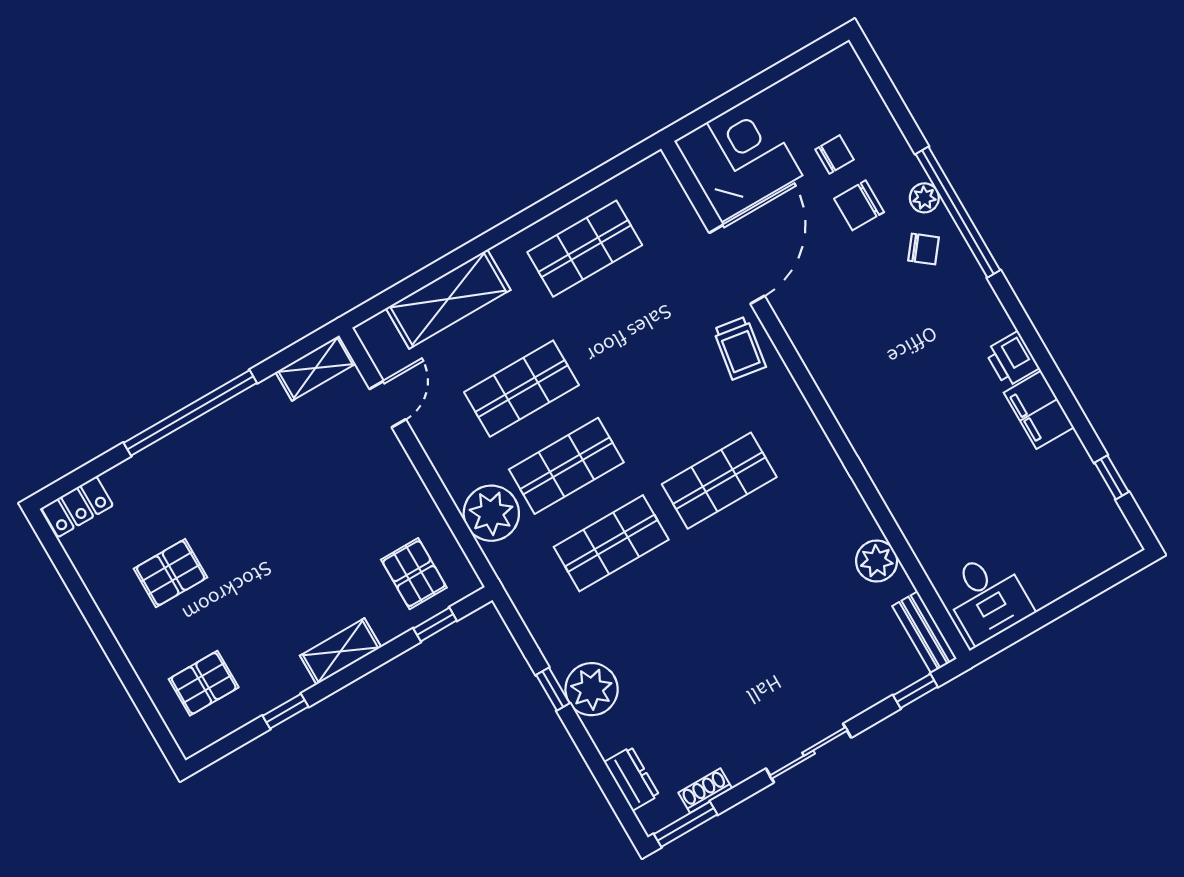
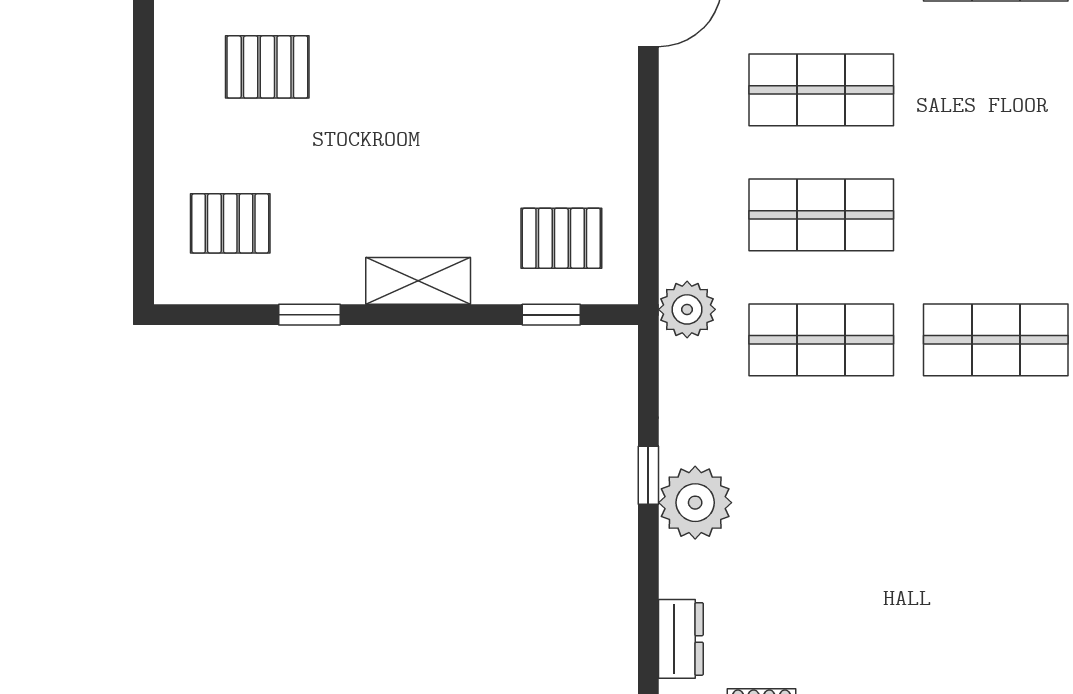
plant: (491, 513) -> (687, 309), moved, width x0.73, depth x0.73
pallet: (414, 574) -> (561, 238), turned 90

